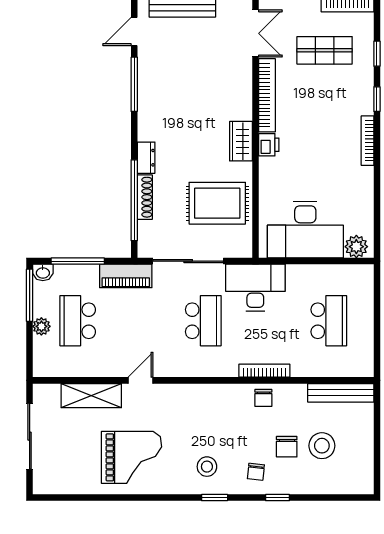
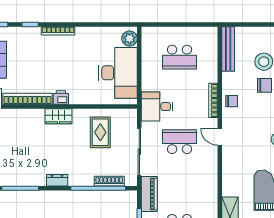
dresser: (146, 158) -> (57, 180), moved
shoe rack: (145, 197) -> (109, 181), moved
rug: (217, 203) -> (100, 132), width x0.73, depth x0.70
desk: (255, 288) -> (157, 107), width x0.73
school desk: (329, 321) -> (180, 57), turned 180
door: (141, 380) -> (220, 137), moved

